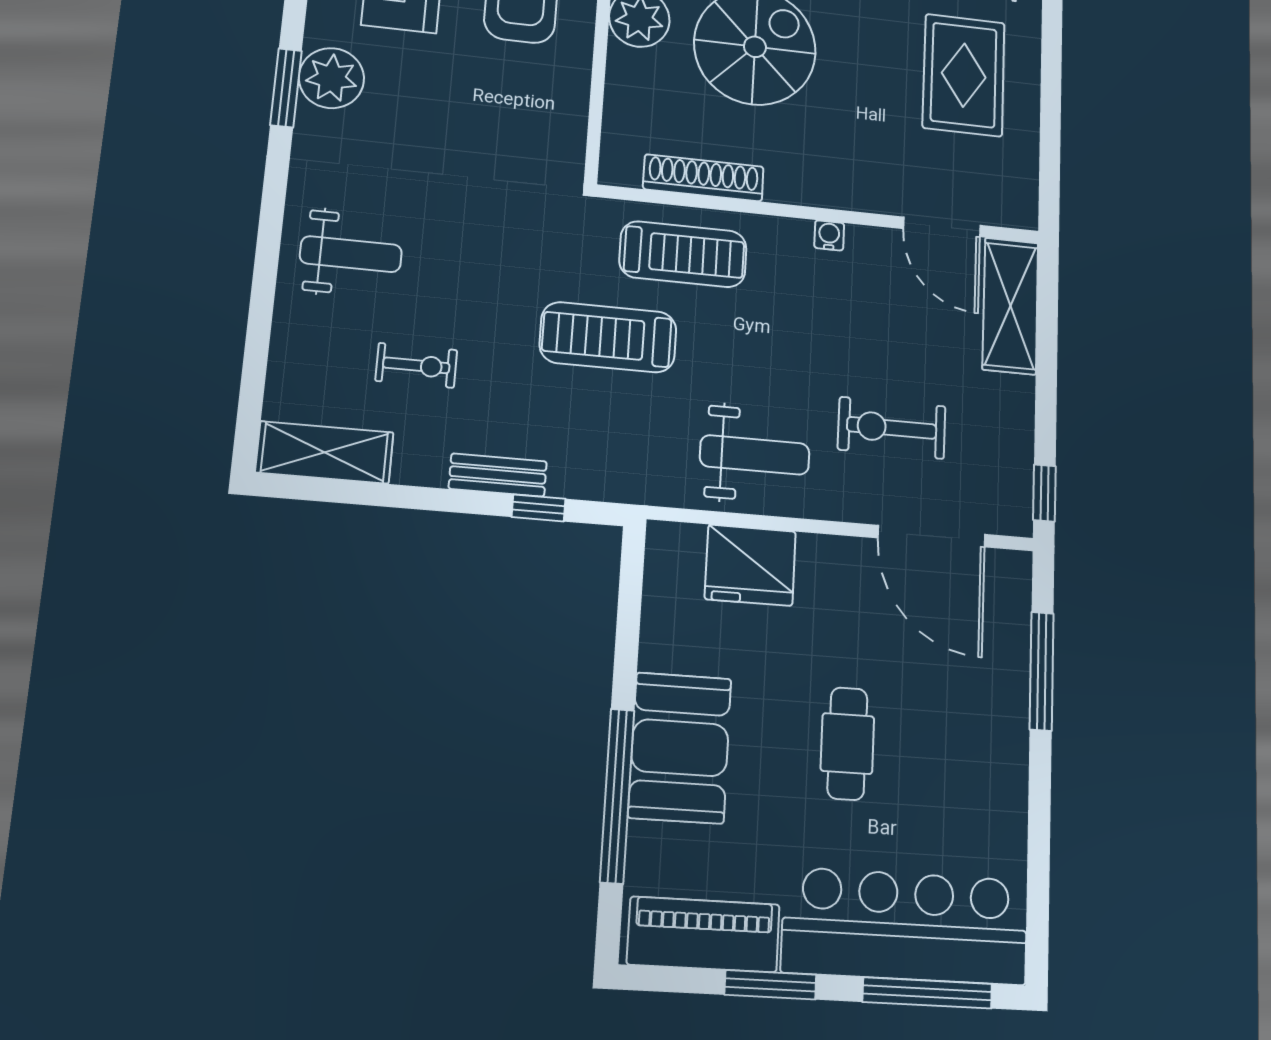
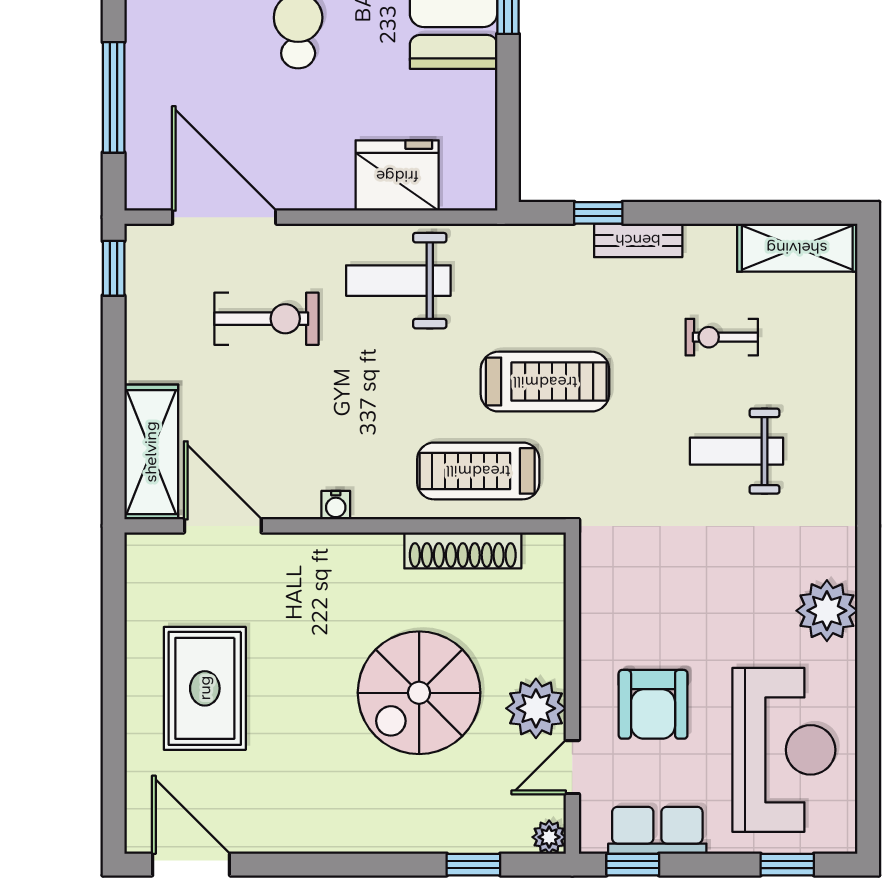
window: (286, 88) -> (868, 596), removed
weight bench: (351, 254) -> (737, 451), moved

